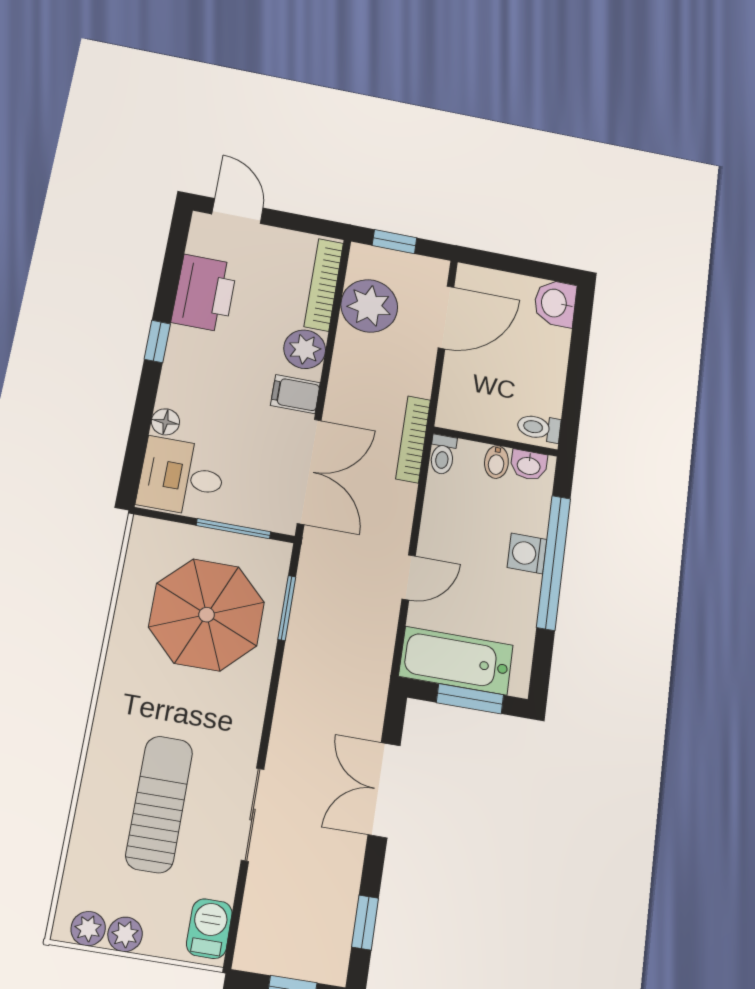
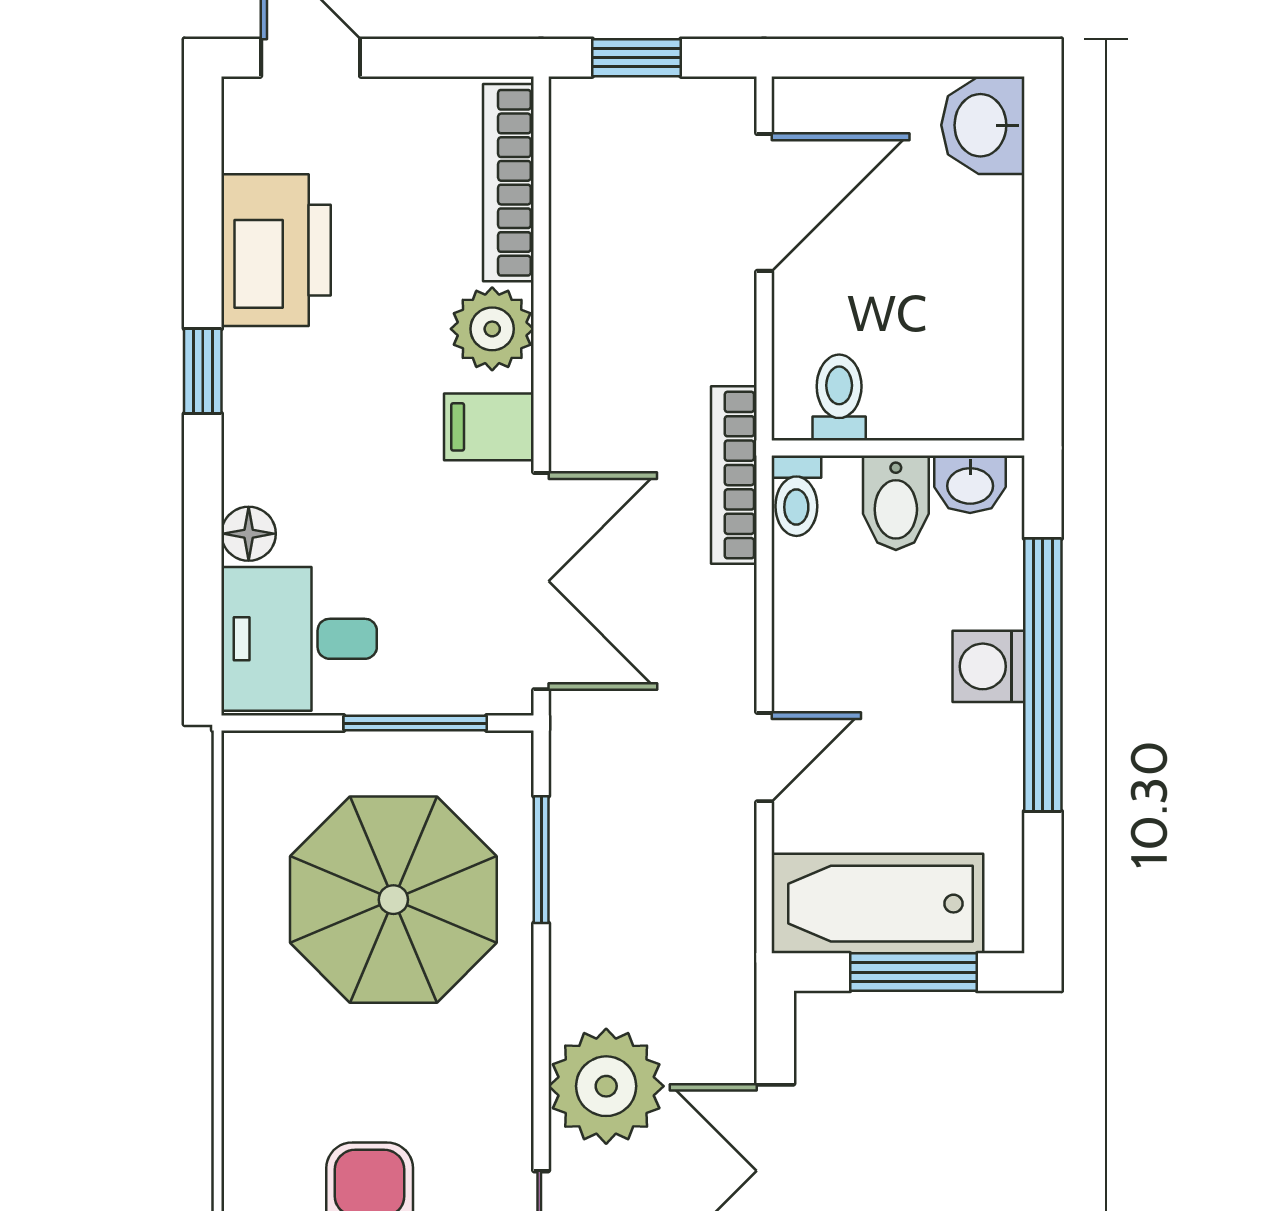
plant: (369, 306) -> (606, 1086), moved
toilet: (539, 428) -> (839, 397), moved, turned 90
bidet: (496, 462) -> (896, 503), width x1.38, depth x1.36

